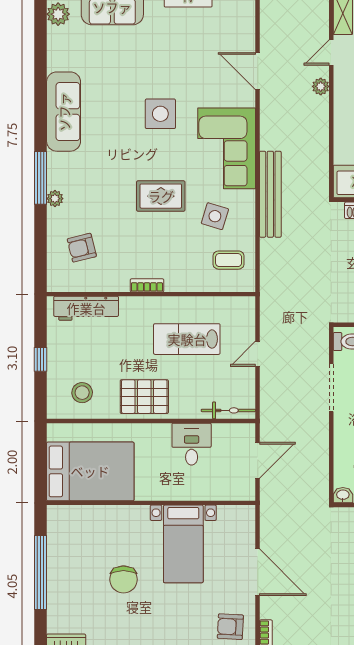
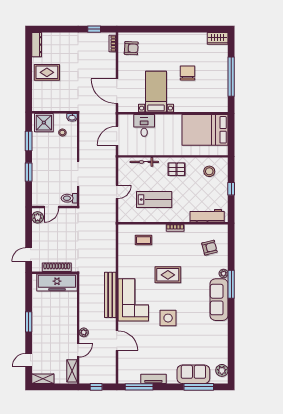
sofa: (64, 112) -> (219, 300), moved
bench: (270, 194) -> (110, 295), moved
side table: (215, 216) -> (139, 264), removed
coffee table: (229, 260) -> (143, 240), moved
pallet: (144, 397) -> (177, 169), width x0.67, depth x0.71
bicycle: (228, 410) -> (144, 162), moved
desk: (192, 444) -> (144, 125), moved, turned 180
door: (258, 572) -> (117, 91), moved

